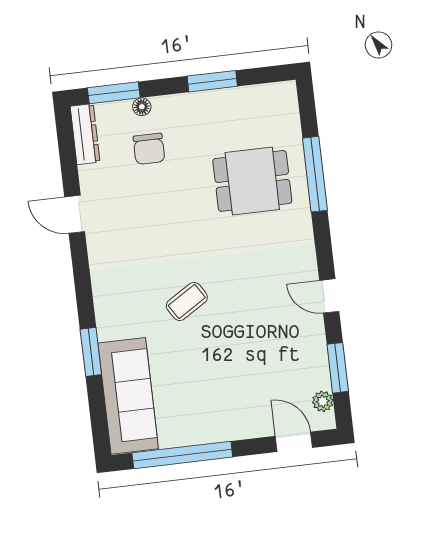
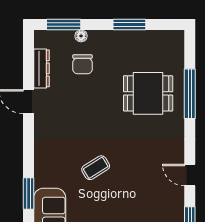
dresser: (85, 134) -> (42, 68), moved

